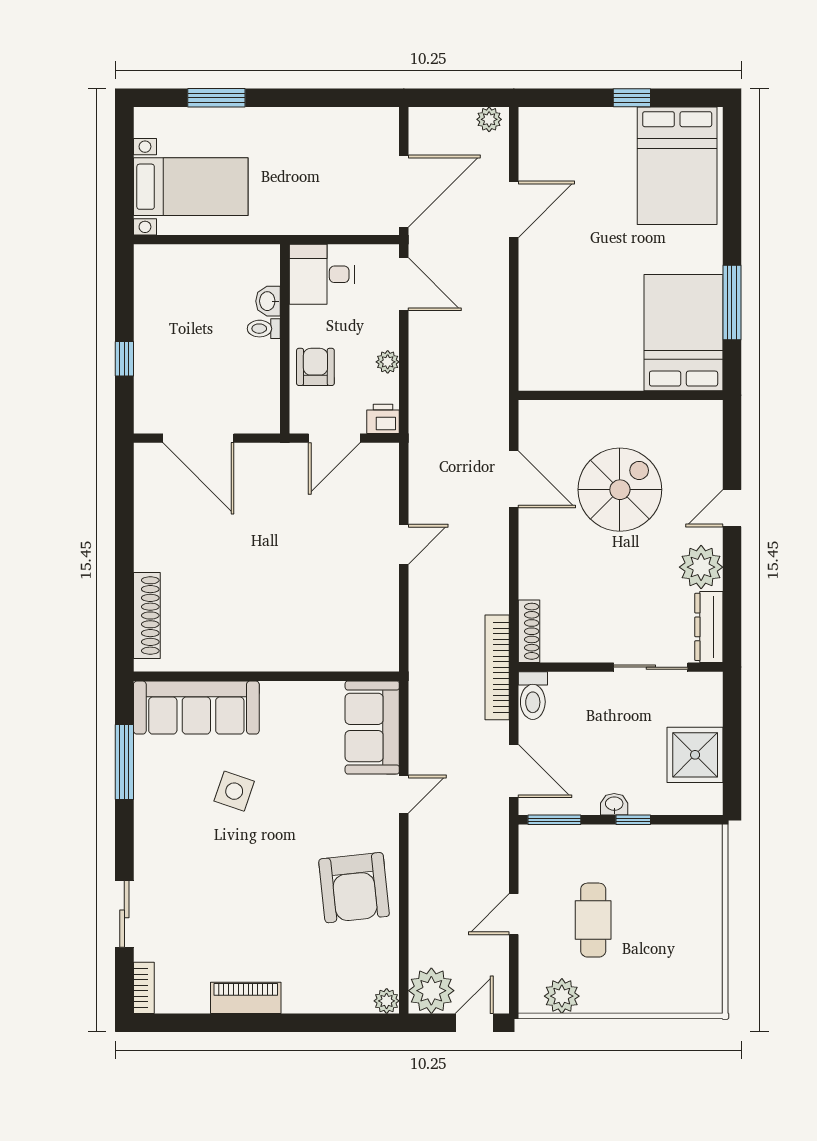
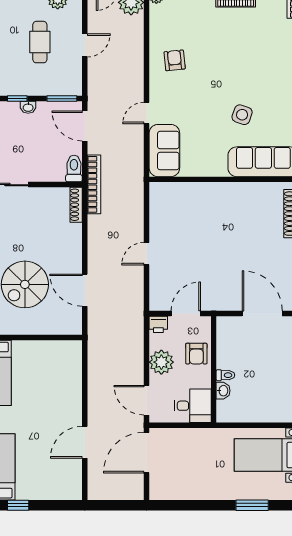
plant: (489, 119) -> (99, 493), removed
plant: (388, 362) -> (161, 362), width x1.88, depth x1.88
armchair: (354, 888) -> (175, 60), width x0.53, depth x0.53

